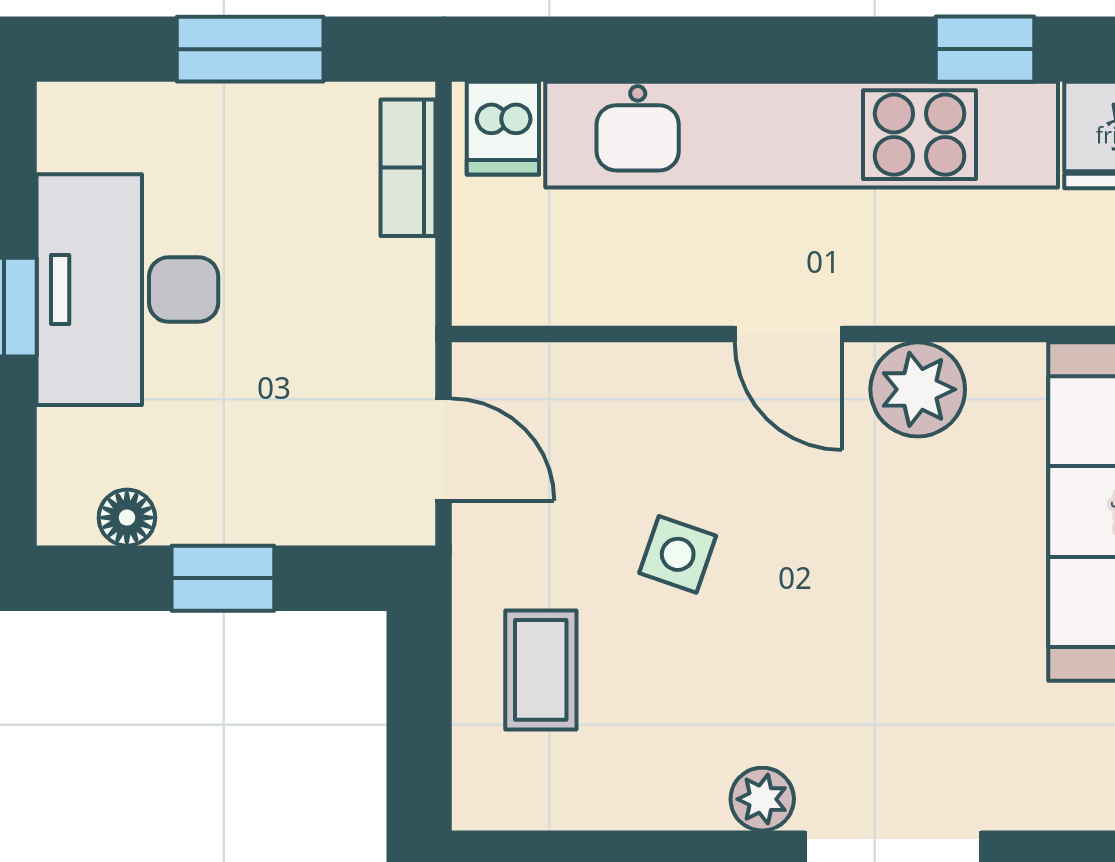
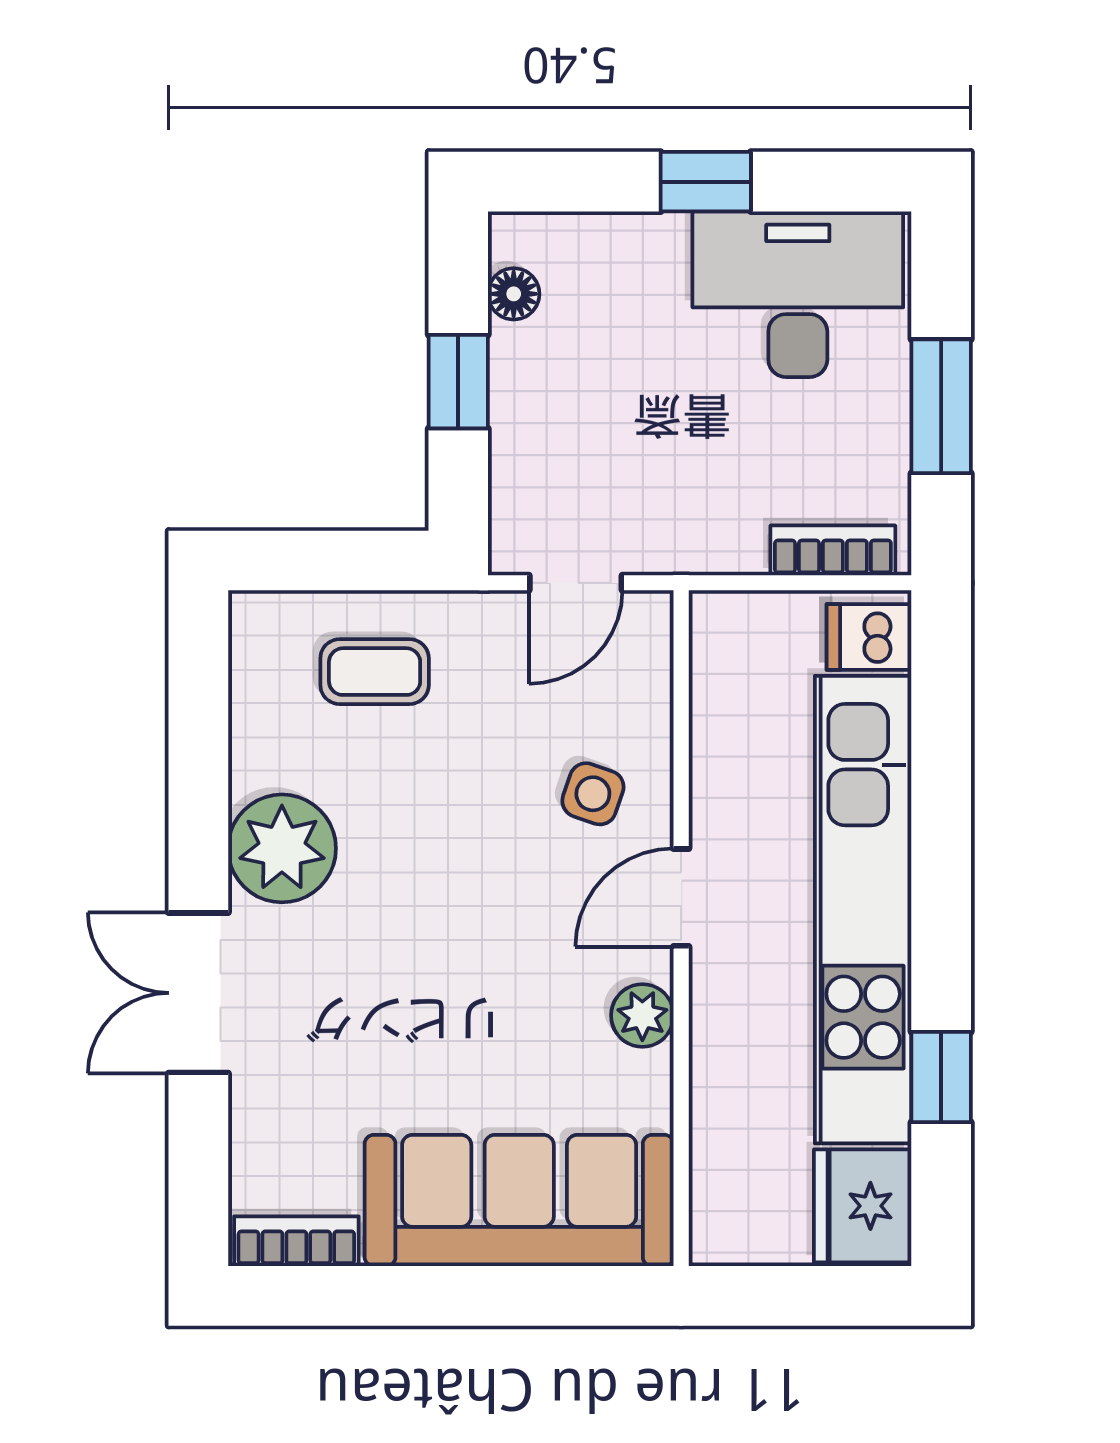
desk: (127, 290) -> (798, 294), moved
plant: (918, 389) -> (642, 1015), width x0.73, depth x0.73
side table: (678, 554) -> (593, 794), moved
plant: (762, 799) -> (282, 848), width x1.88, depth x1.88

